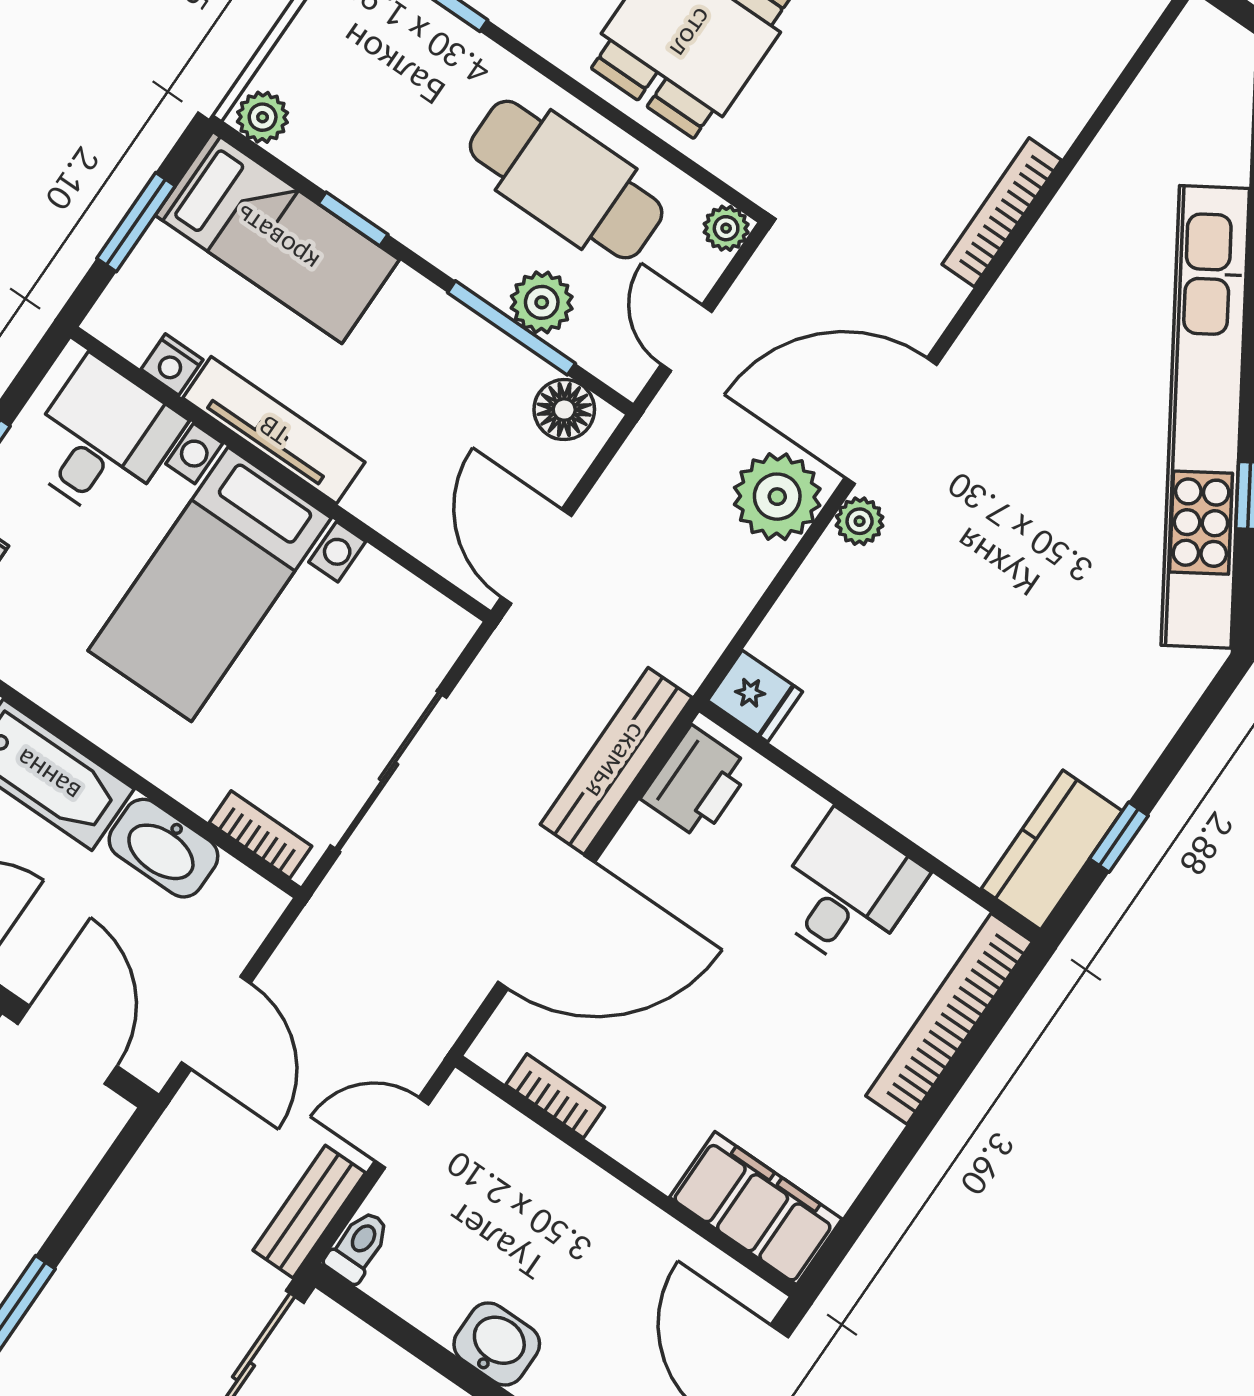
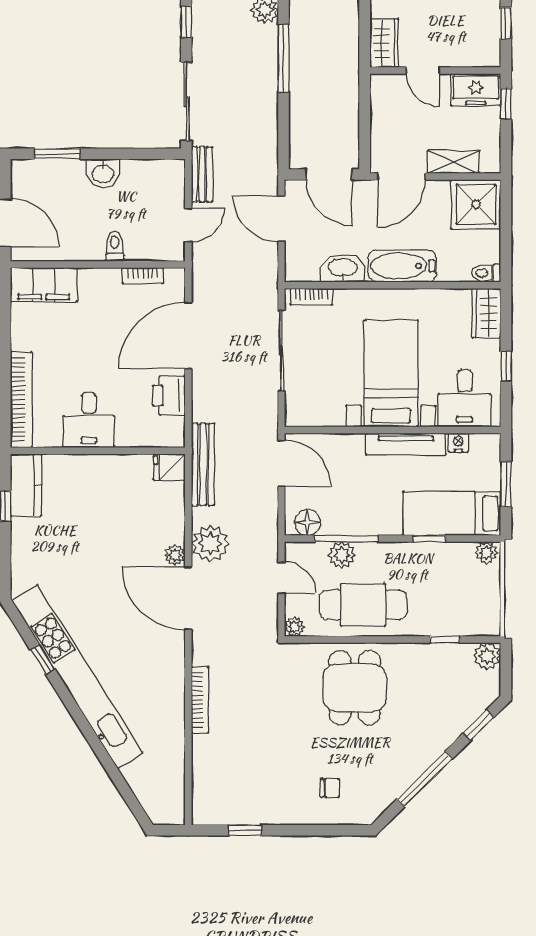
door: (891, 421) -> (188, 598), swing flipped
bench: (616, 761) -> (203, 464), moved
printer: (696, 783) -> (169, 396), moved
toilet: (358, 1246) -> (115, 246), moved, turned 180

